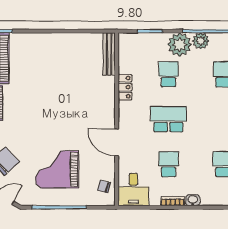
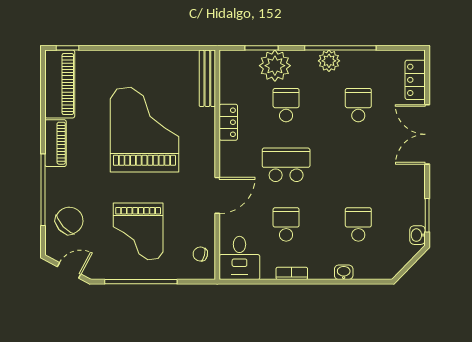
plant: (180, 45) -> (275, 66), moved
grand piano: (62, 93) -> (144, 130), added
door: (117, 142) -> (217, 195), swing flipped
grand piano: (57, 169) -> (138, 231), turned -90
washbasin: (193, 200) -> (344, 272), moved

